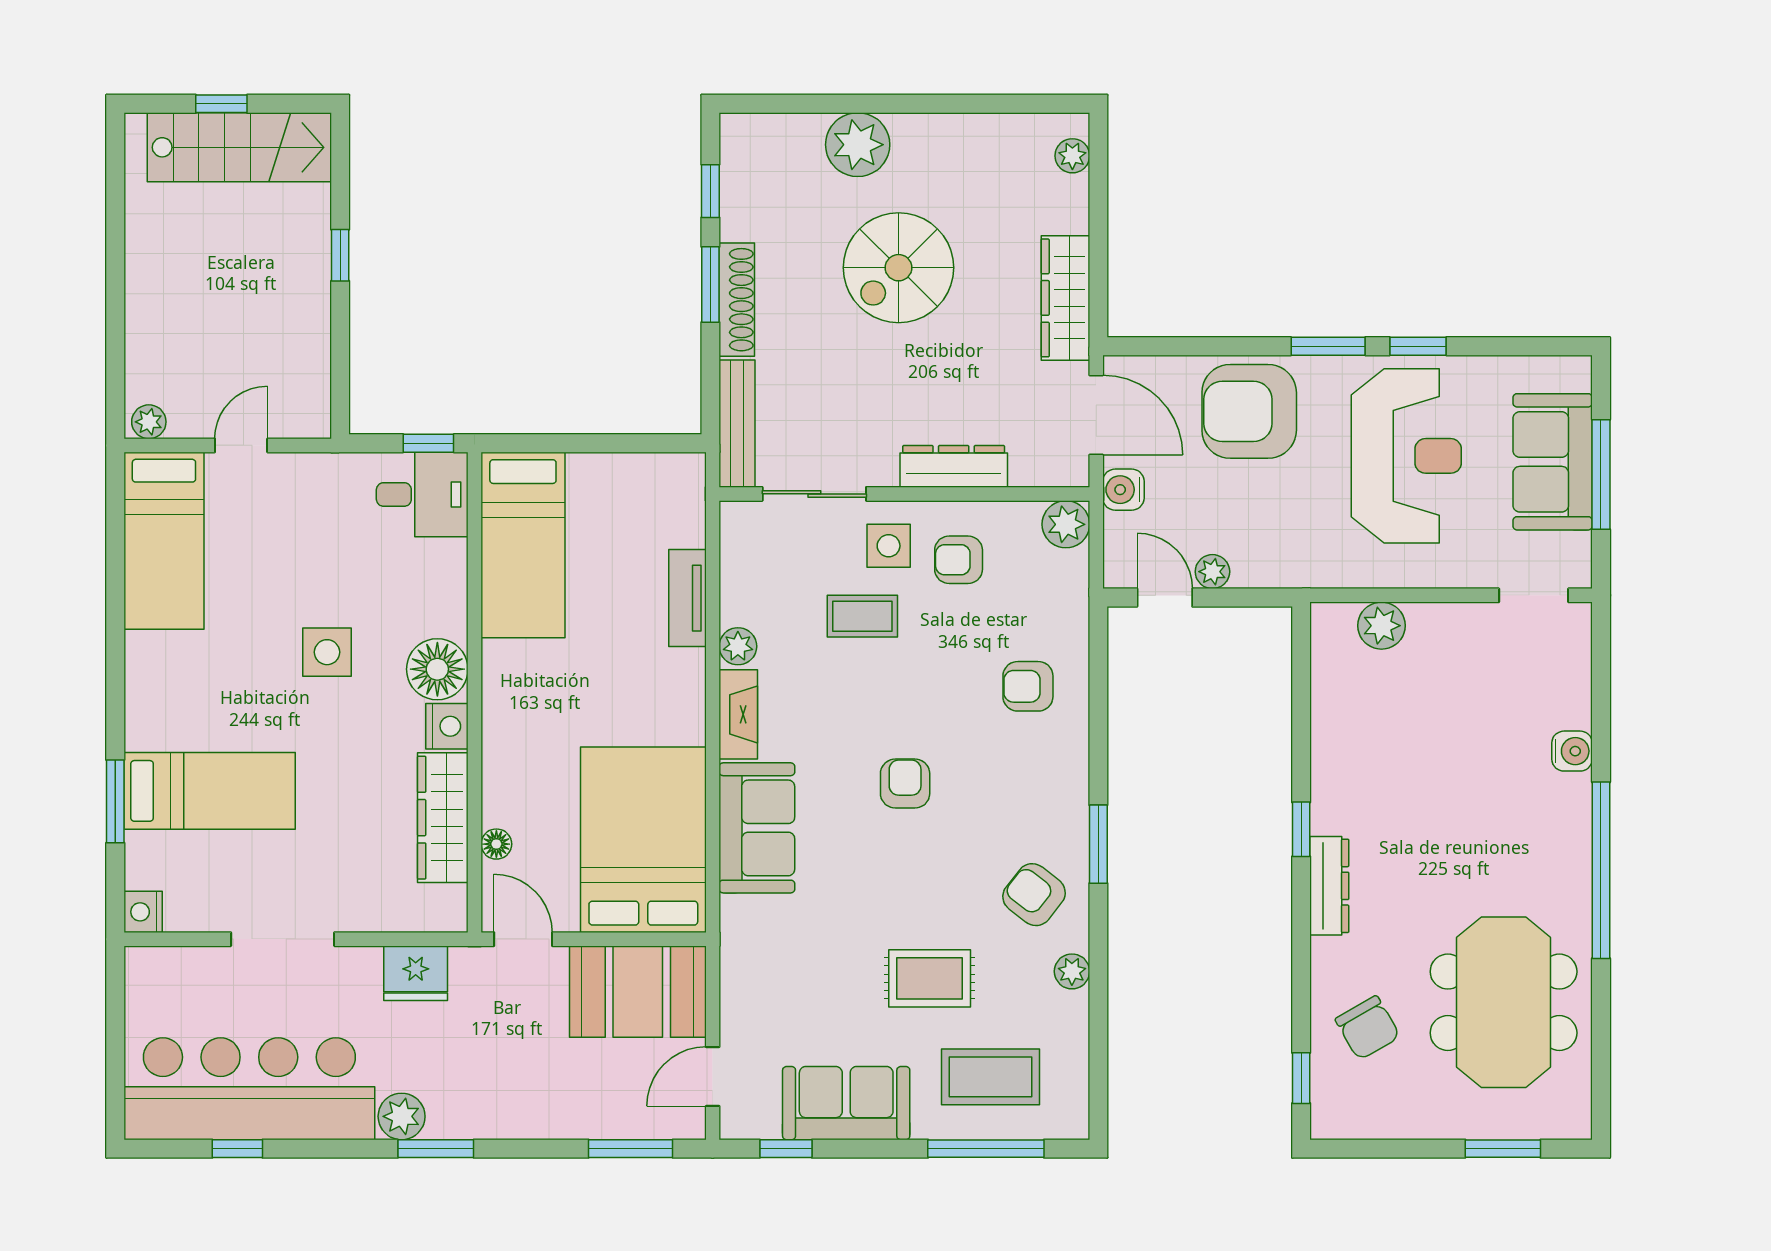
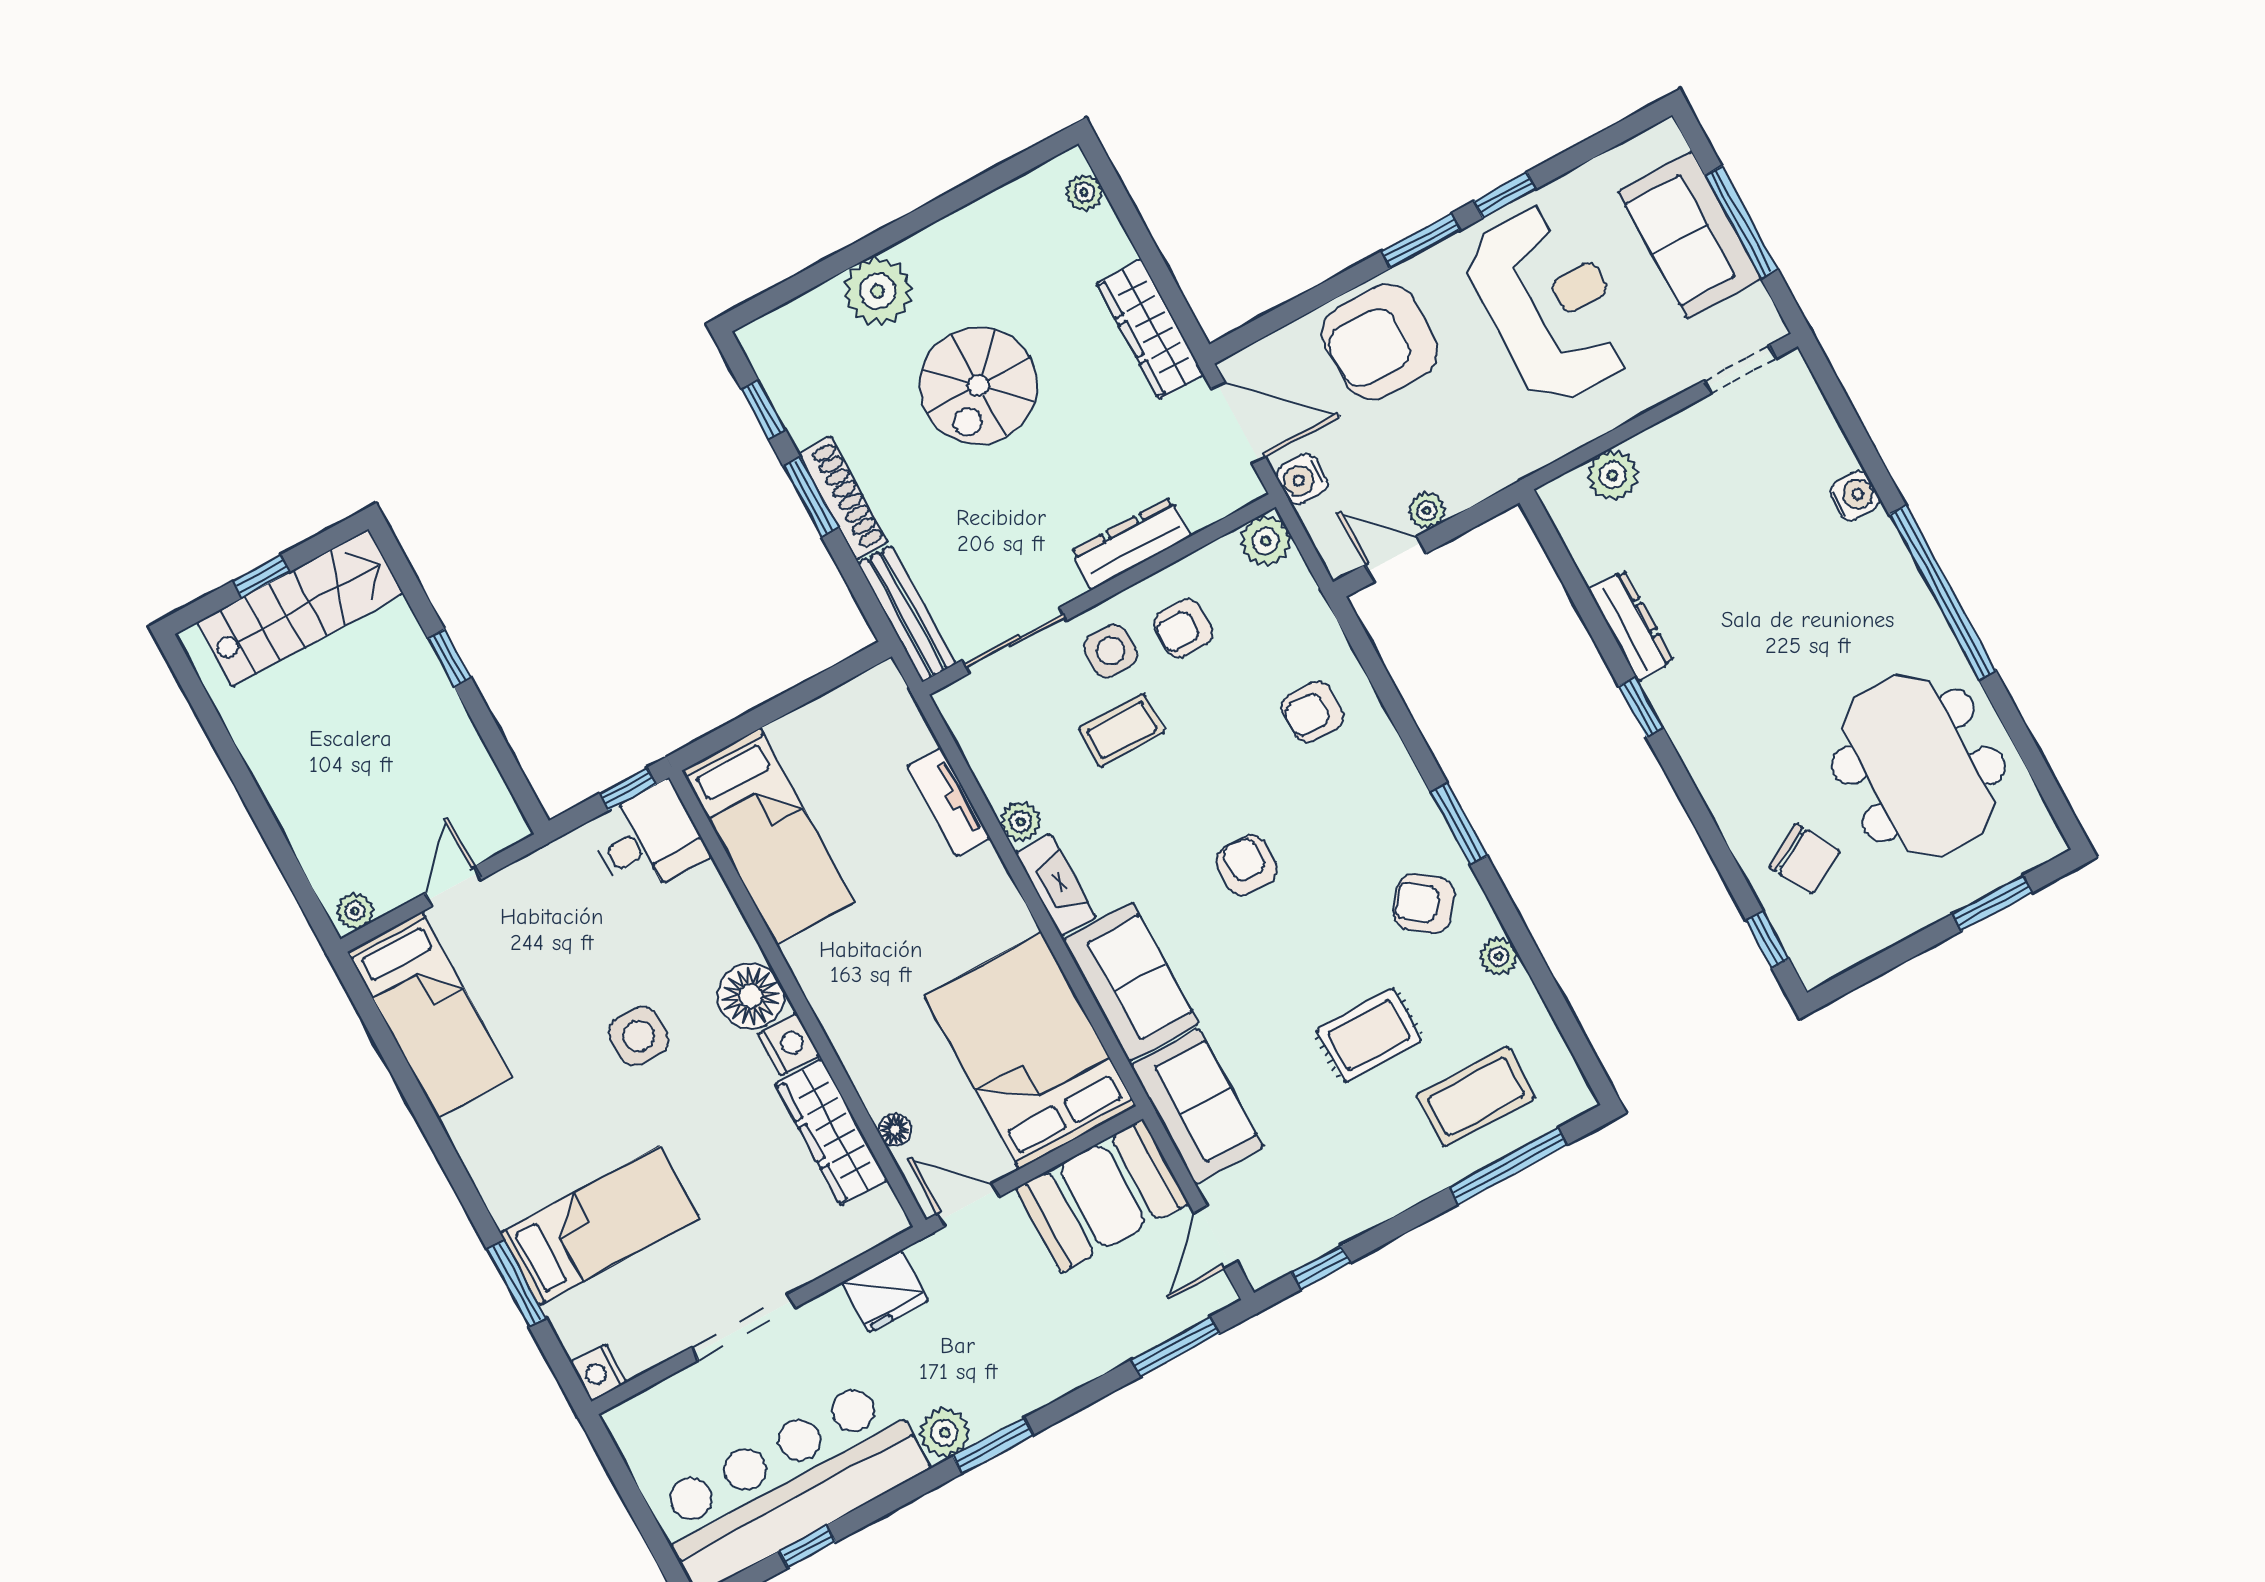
dresser: (1329, 886) -> (1631, 626), moved
sofa: (846, 1103) -> (1197, 1106), moved, turned 90

